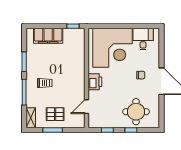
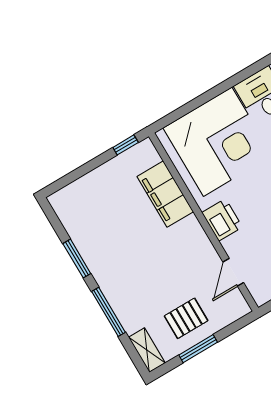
filing cabinet: (48, 36) -> (165, 194), moved, turned 90
trolley: (45, 83) -> (135, 274), removed

